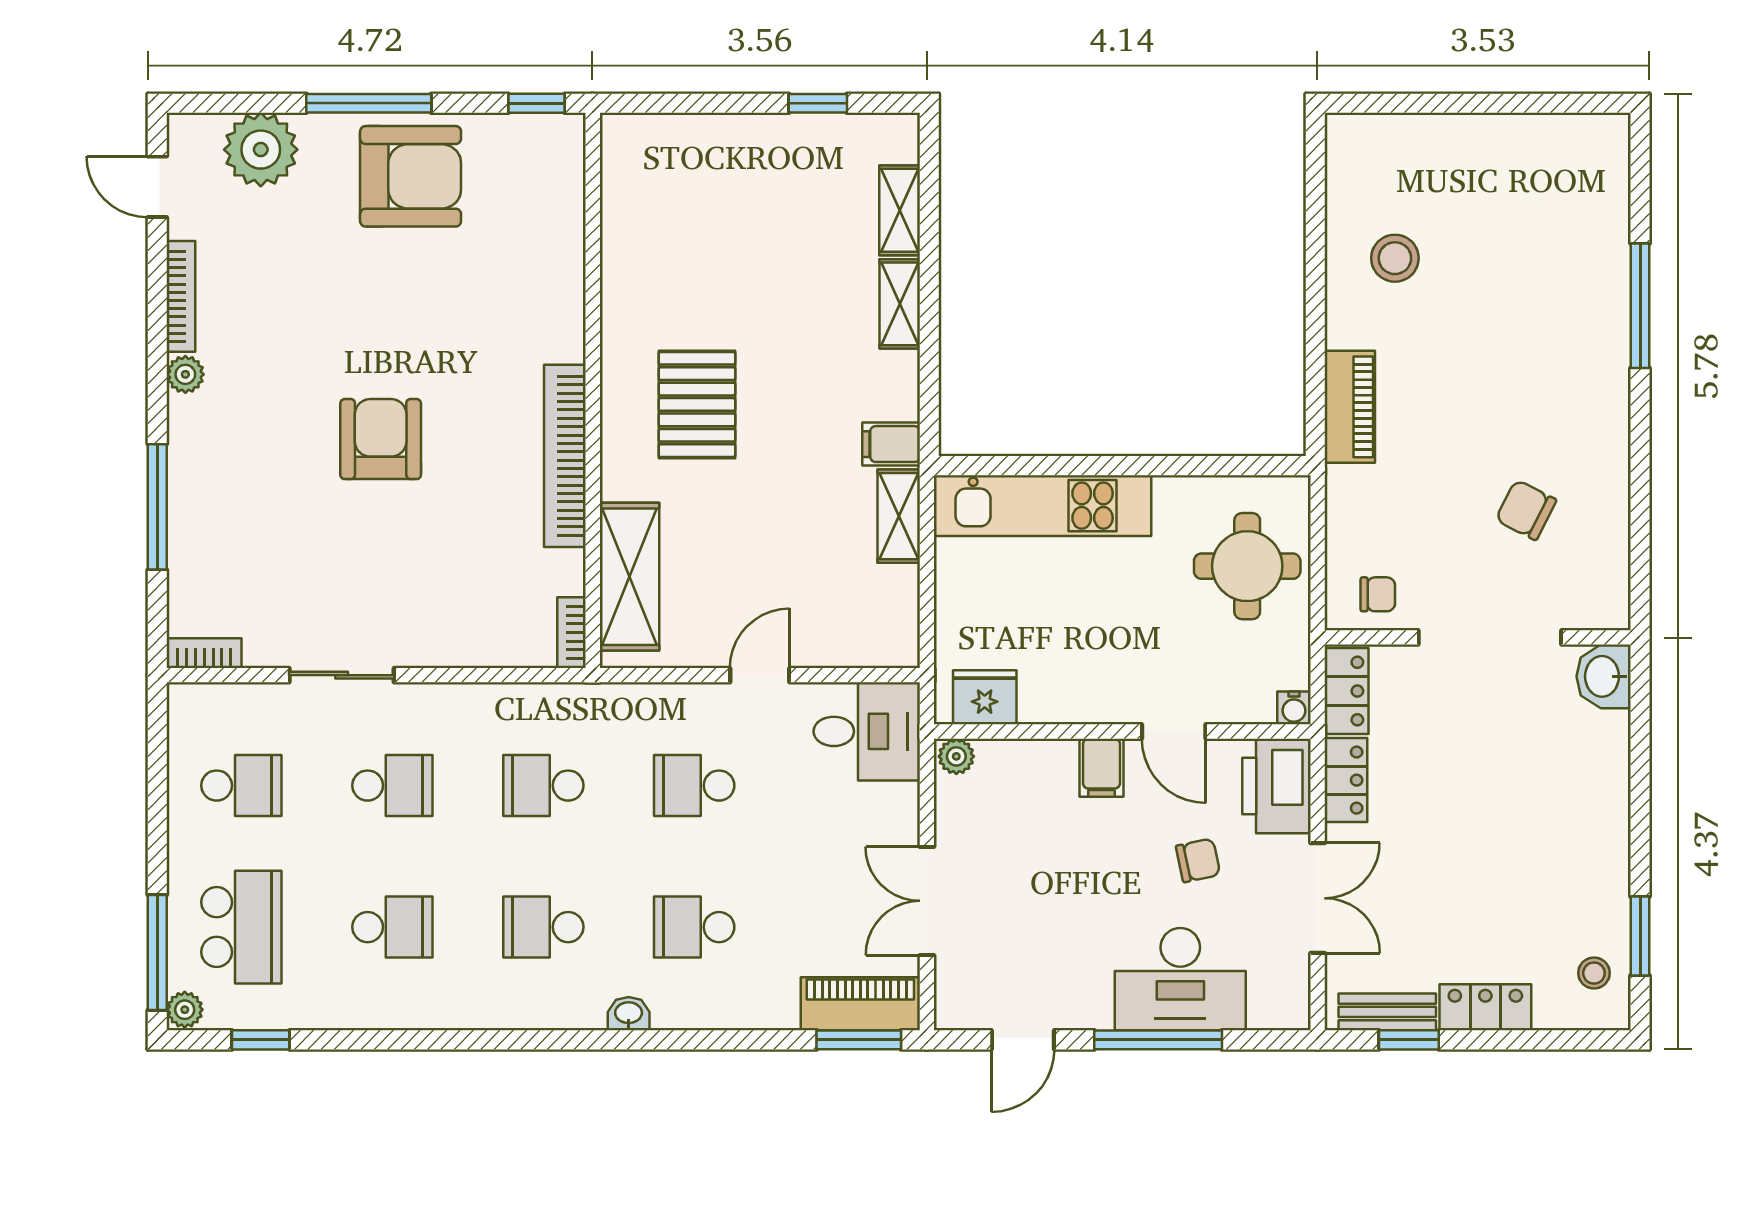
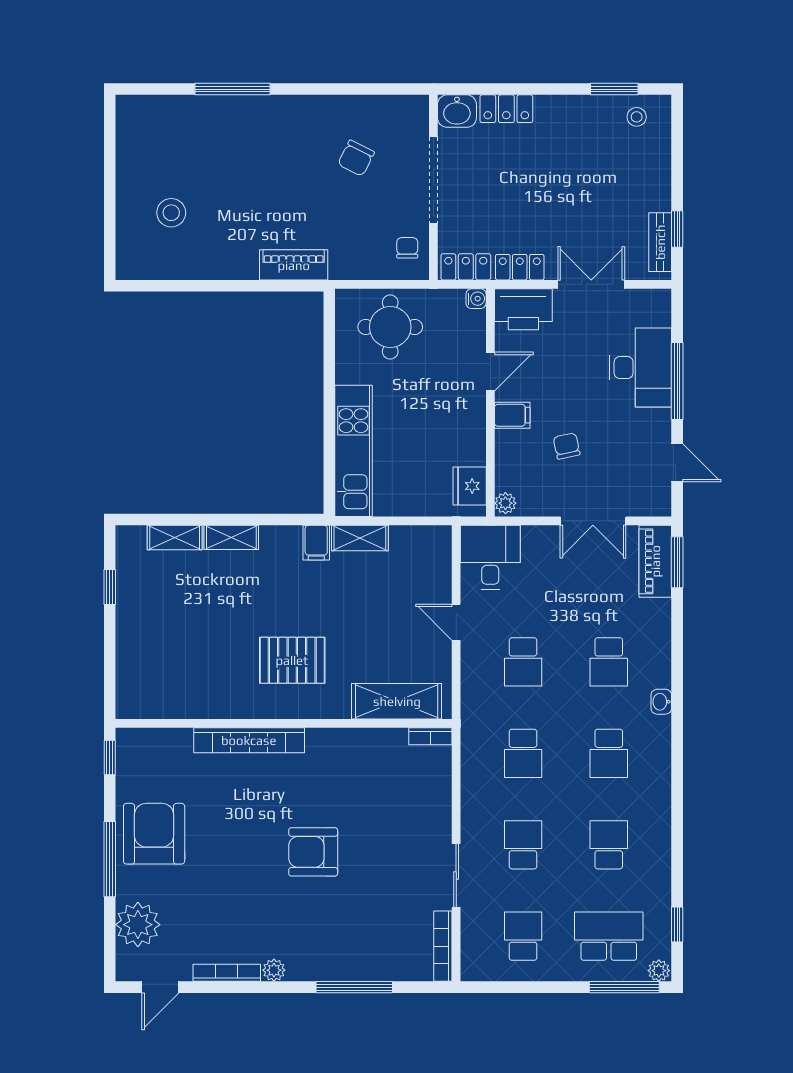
stool: (1395, 258) -> (171, 213), moved
bookcase: (565, 456) -> (249, 740), moved
bookcase: (204, 653) -> (443, 946), width x1.56
chair: (1198, 860) -> (567, 446), moved
locker: (1485, 1007) -> (506, 109), moved, turned -90

